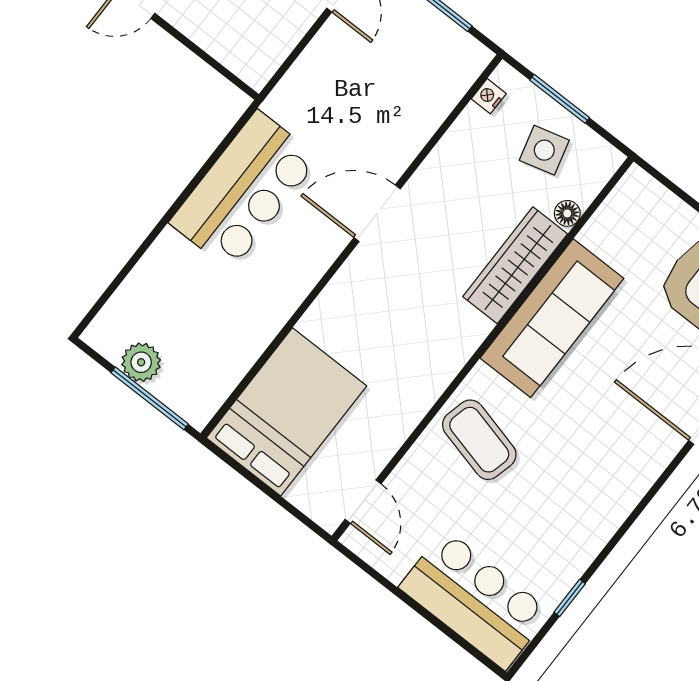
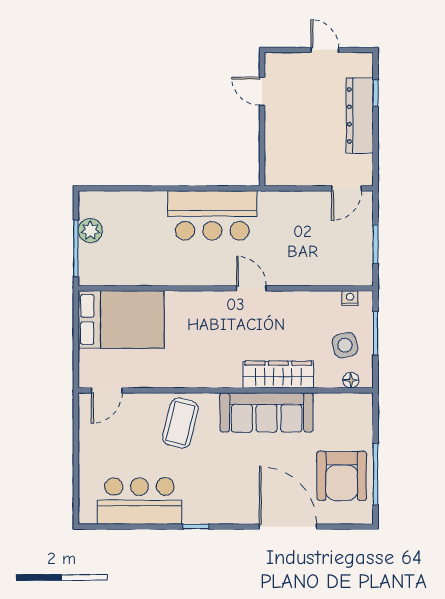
door: (377, 213) -> (251, 288), width x0.73
floor lamp: (567, 213) -> (351, 380), moved
window: (570, 598) -> (196, 527), moved
bar counter: (475, 600) -> (139, 501), moved, turned -90

